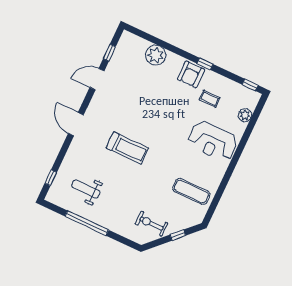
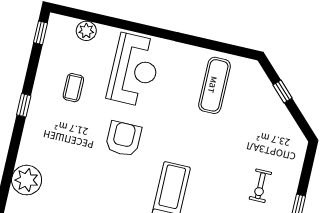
armchair: (191, 74) -> (123, 139), moved, turned -90
exercise bike: (151, 224) -> (260, 186), moved, width x0.73, depth x0.72

